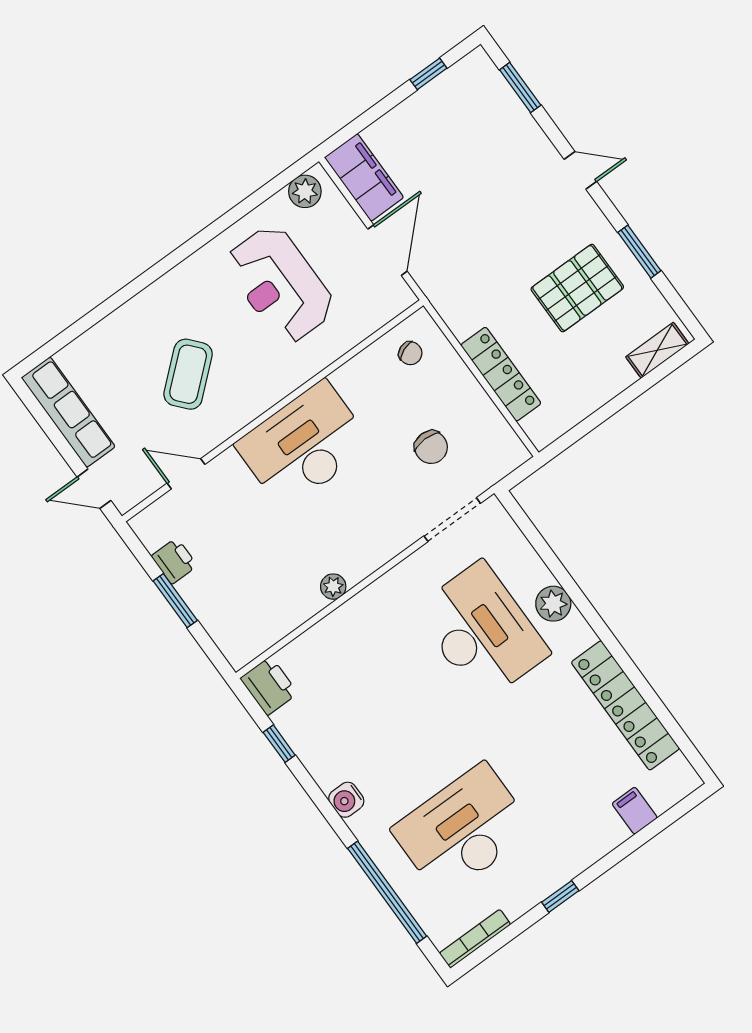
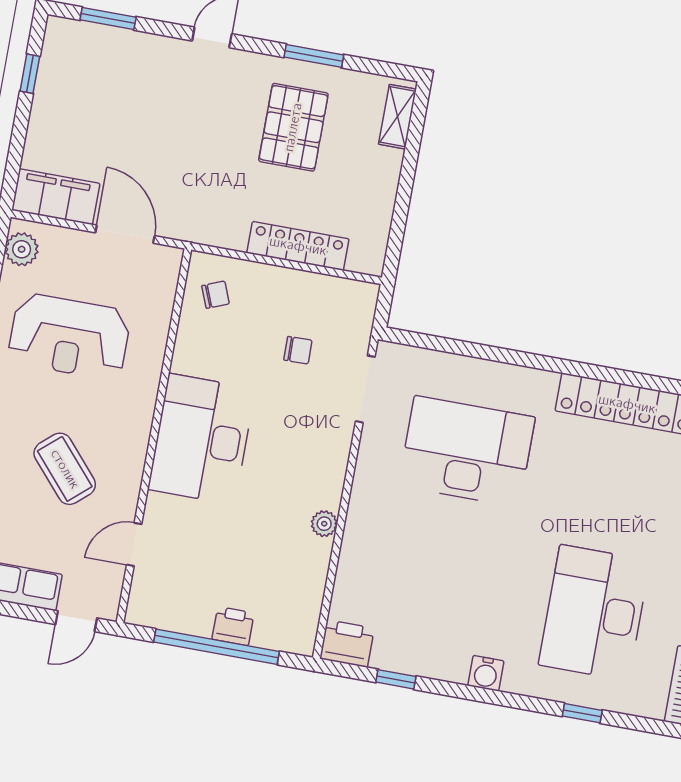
chair: (431, 447) -> (298, 350), width x0.73, depth x0.73
printer: (174, 561) -> (233, 626), moved
window: (175, 601) -> (216, 647), width x2.11
plant: (553, 604) -> (500, 380), removed
window: (387, 892) -> (582, 713), width x0.32

